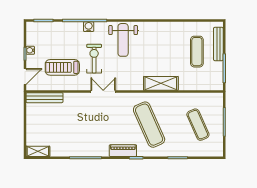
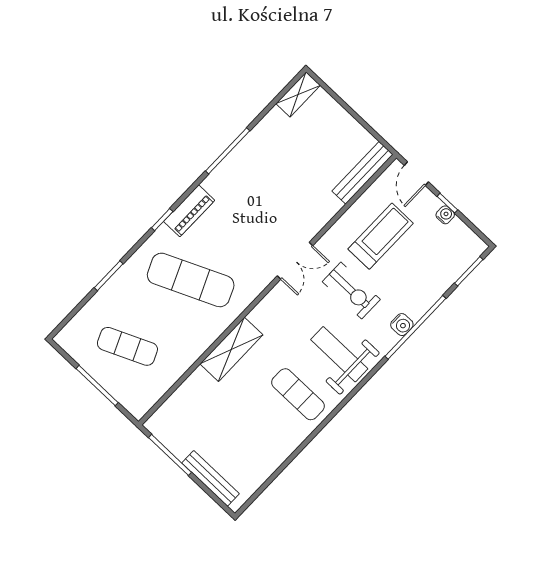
exercise mat: (197, 52) -> (298, 394), moved

